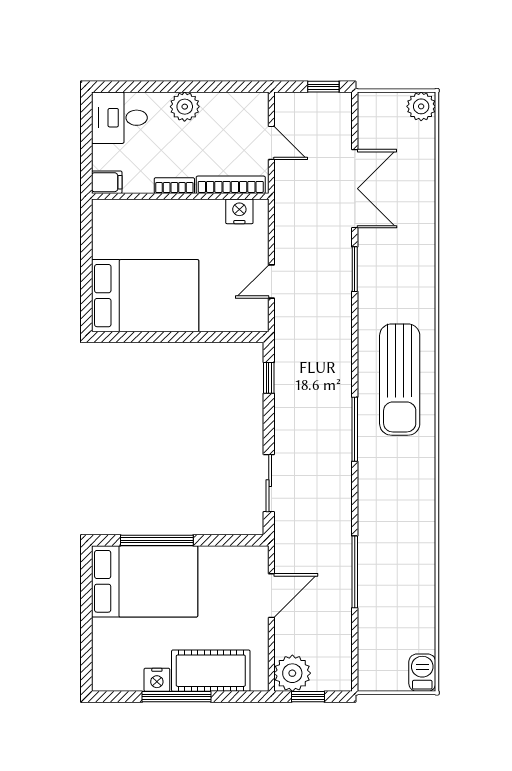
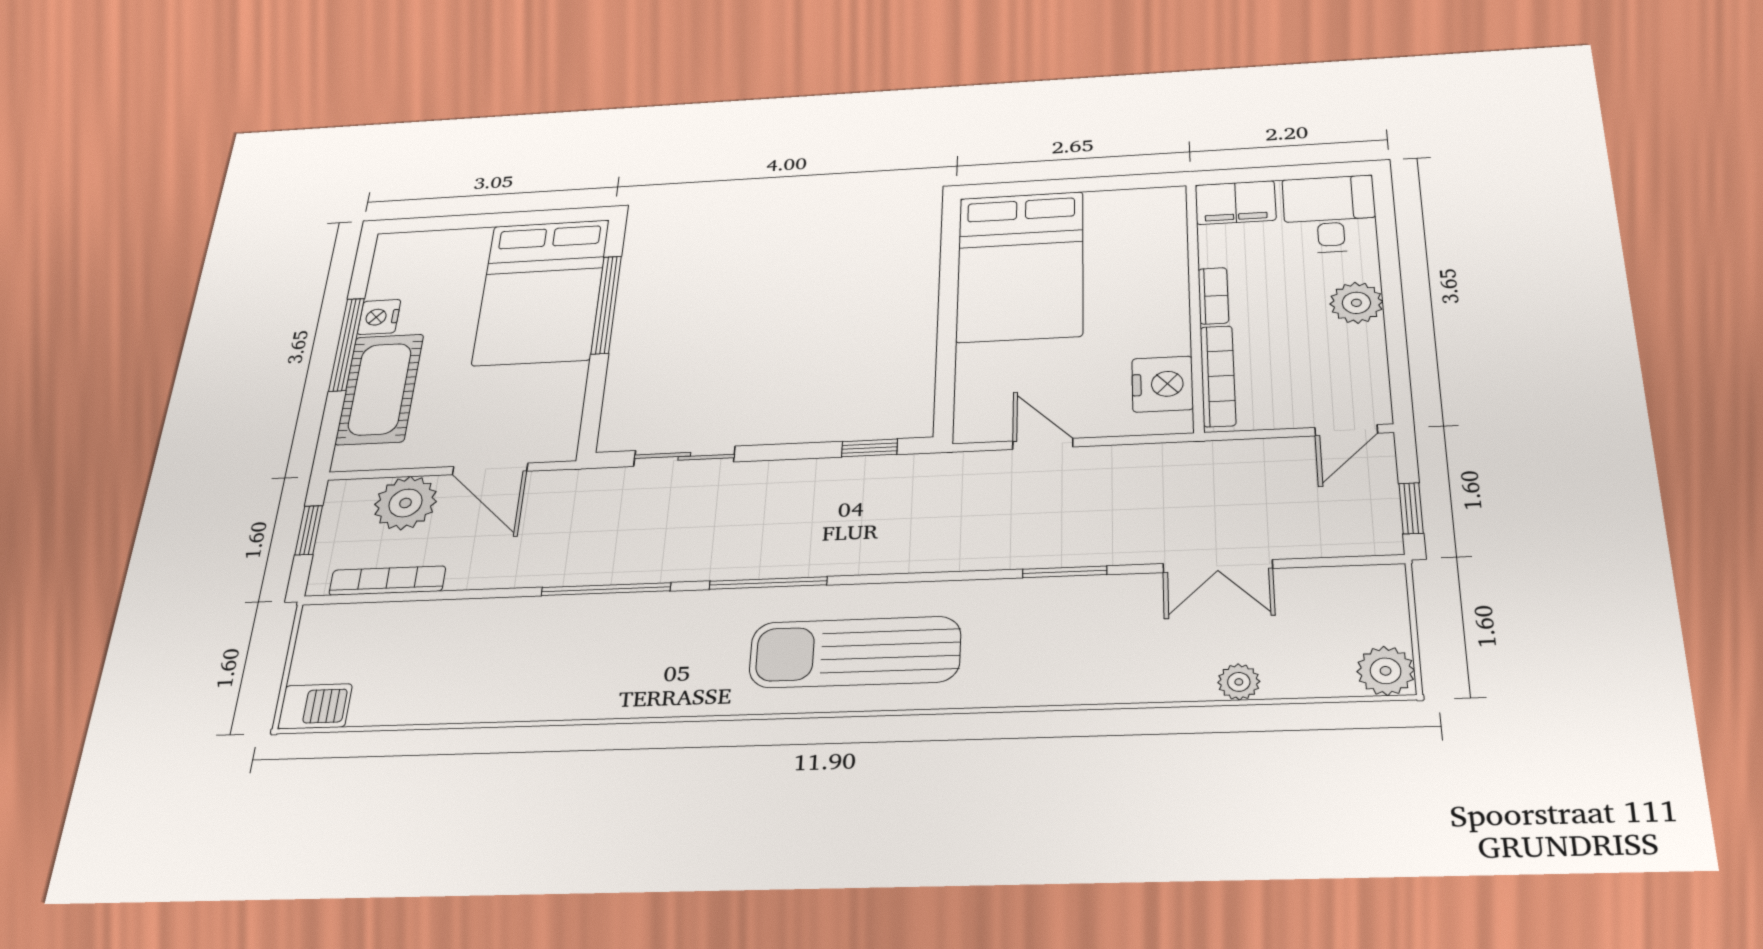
door: (271, 143) -> (1346, 430), moved
plant: (425, 180) -> (1239, 682), added
filing cabinet: (107, 182) -> (1235, 203), width x2.00
double door: (355, 189) -> (1218, 566), width x0.73
nightstand: (239, 211) -> (1162, 384), width x1.36, depth x1.33
window: (355, 572) -> (606, 589), moved
bookcase: (344, 645) -> (387, 581), added
plant: (292, 673) -> (405, 503), moved

